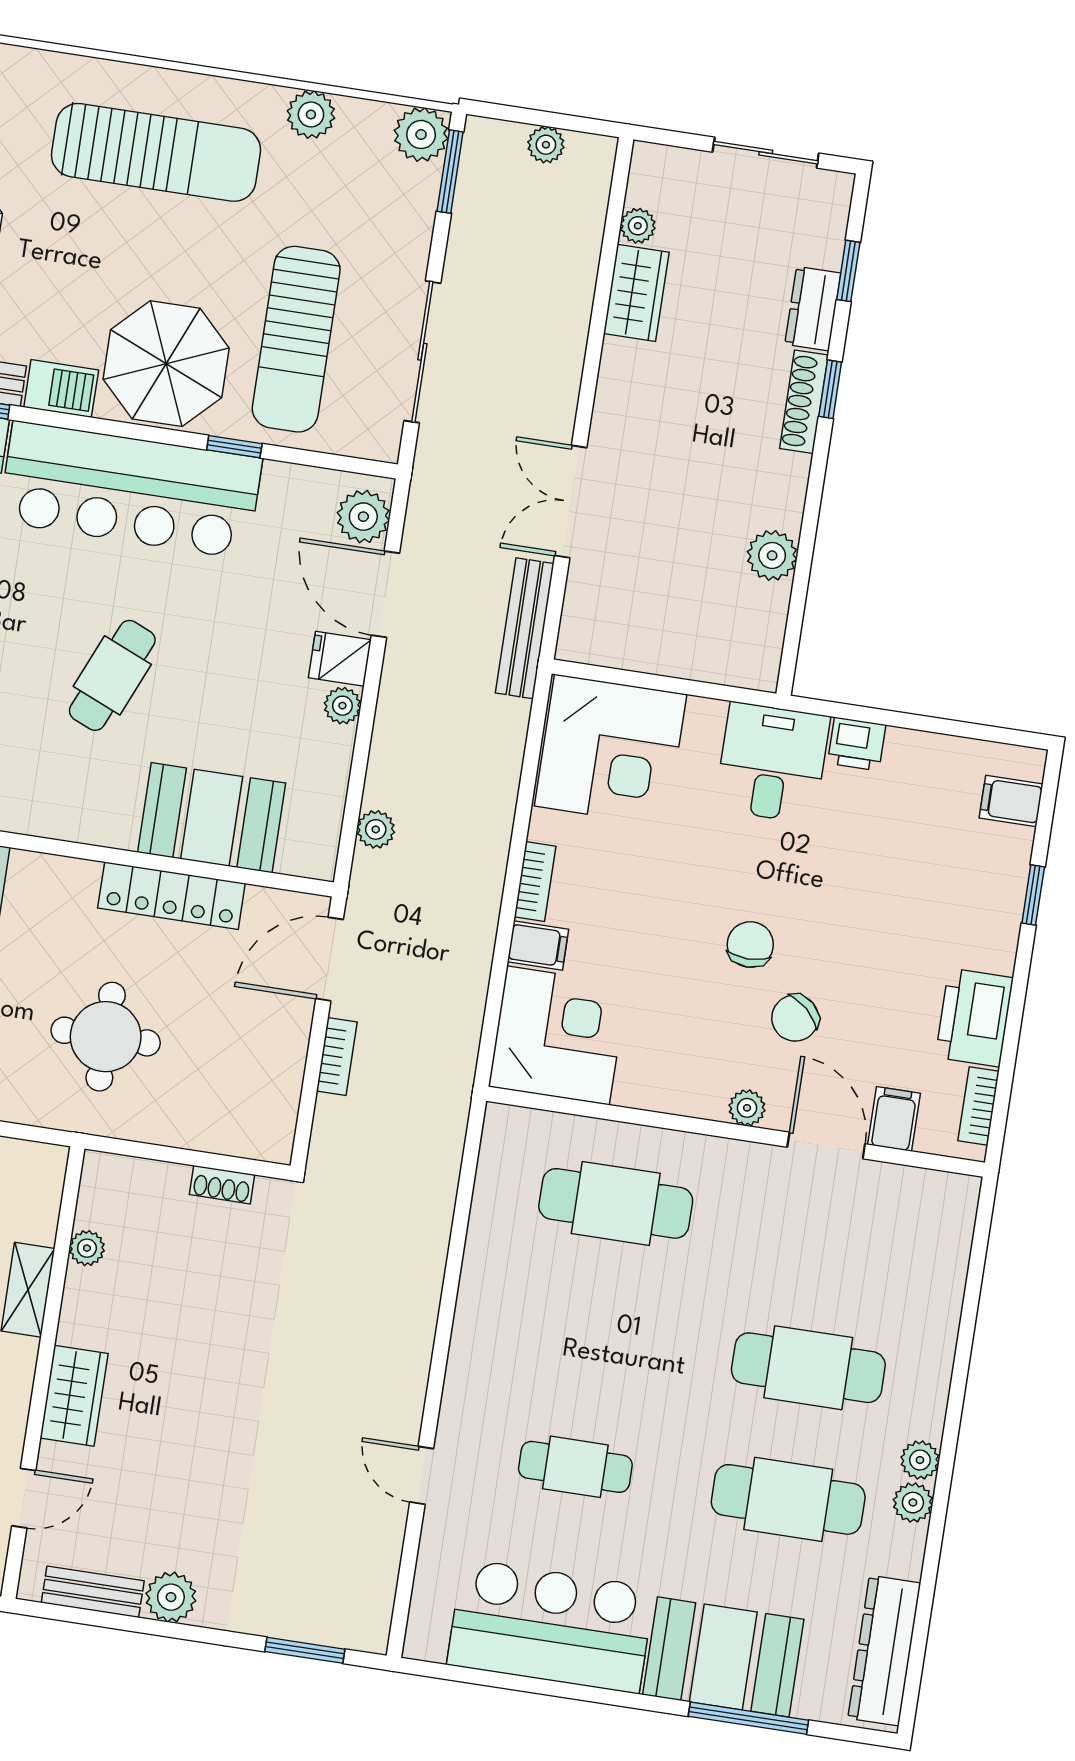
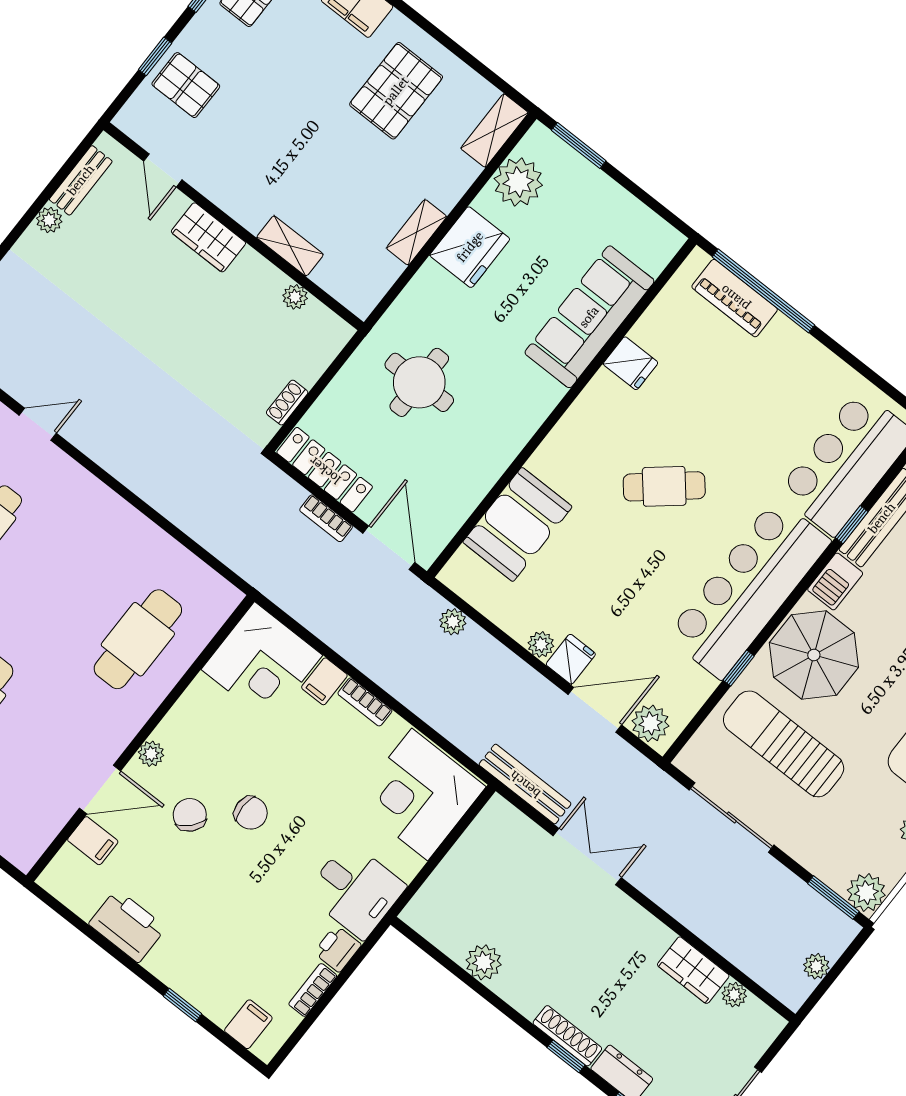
cafe table: (112, 675) -> (664, 486), moved, turned -63
locker: (171, 896) -> (325, 470), moved, turned 90
bookcase: (979, 1106) -> (313, 990), moved, turned -90
plant: (171, 1597) -> (49, 220), width x0.73, depth x0.73

